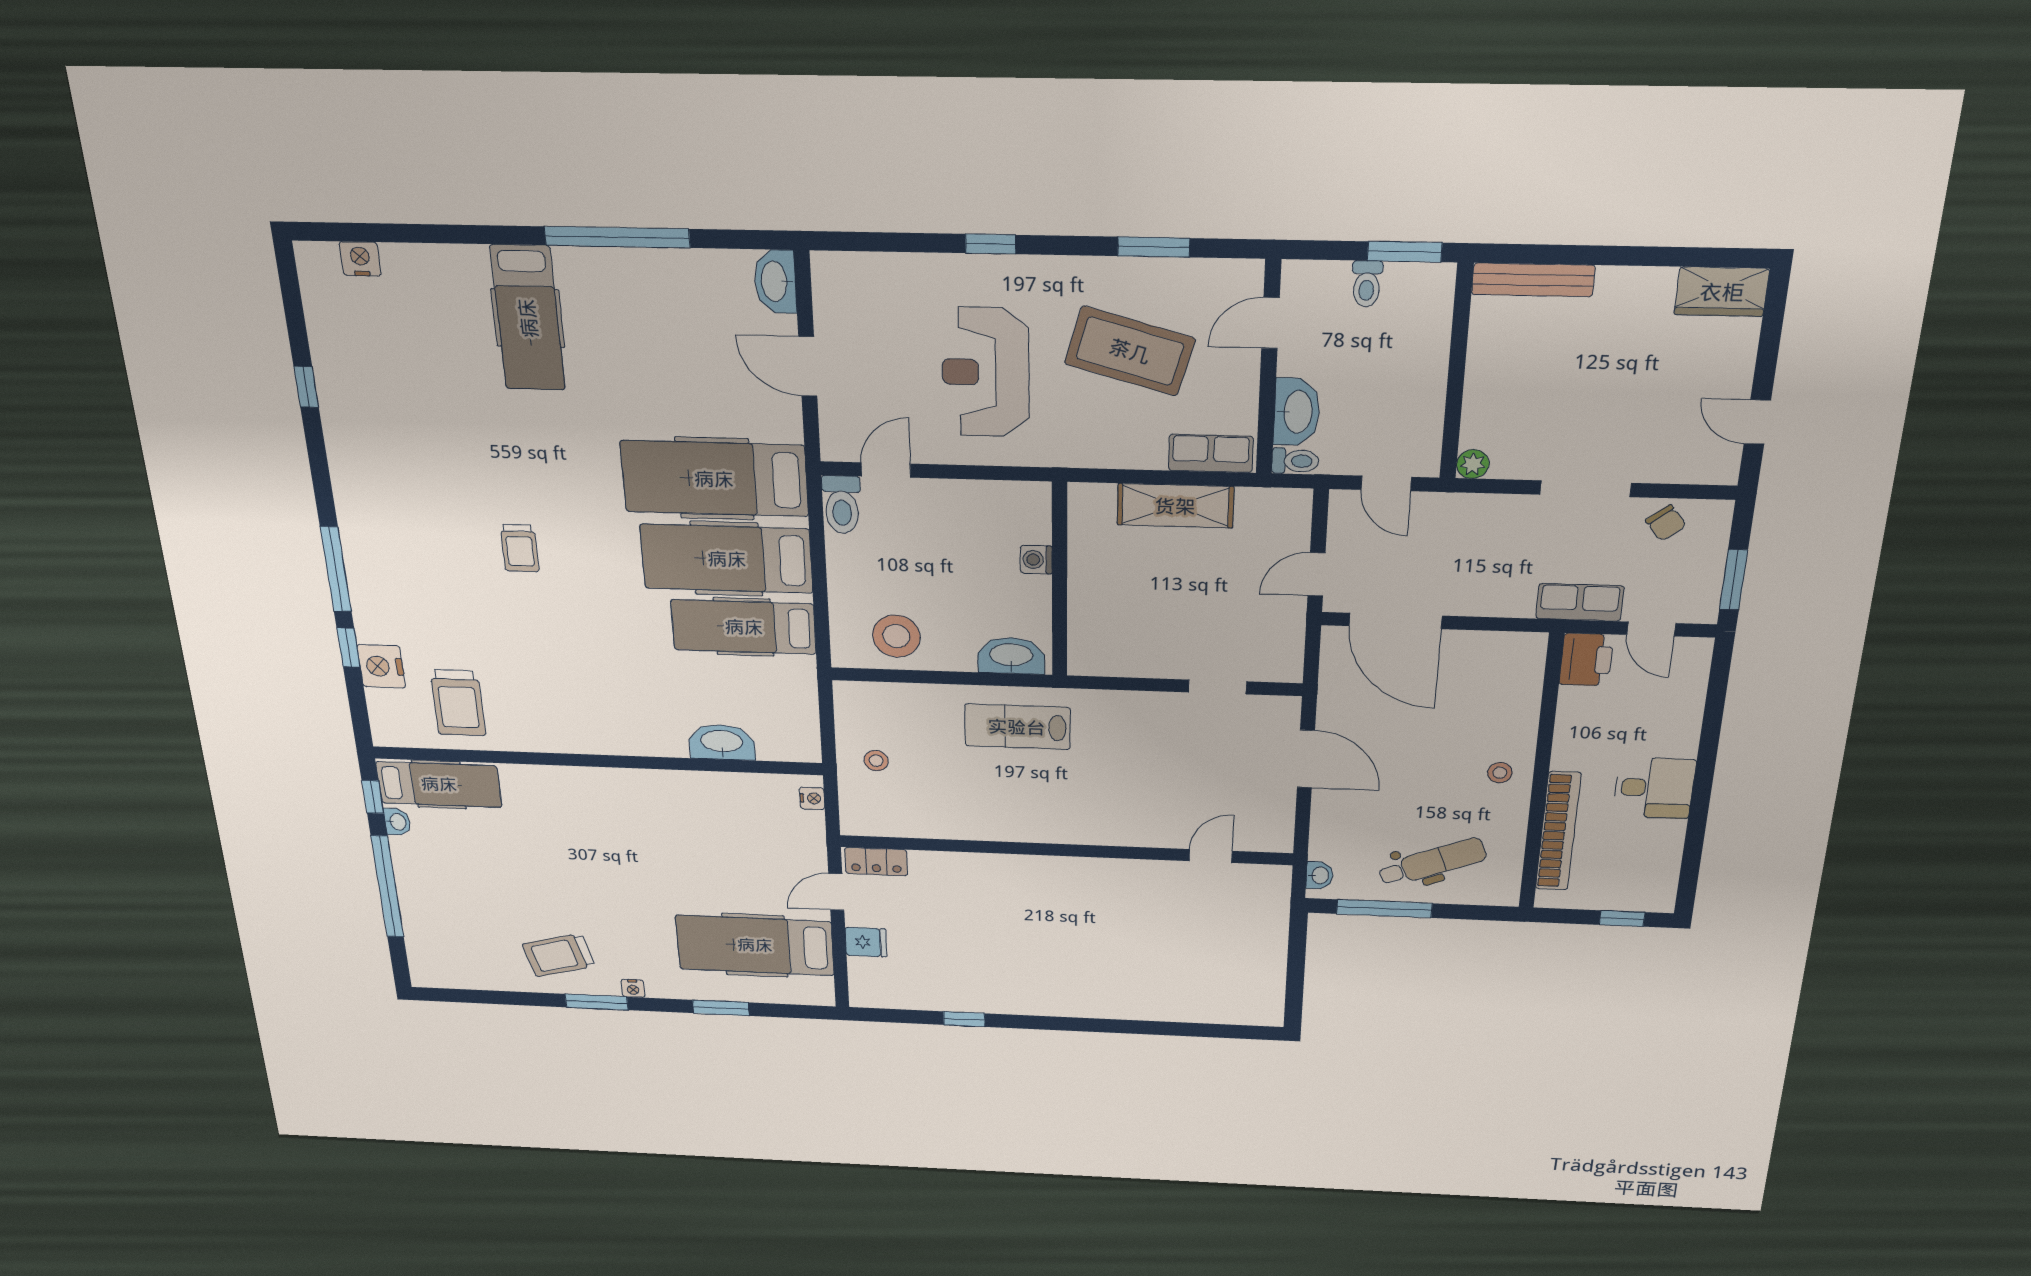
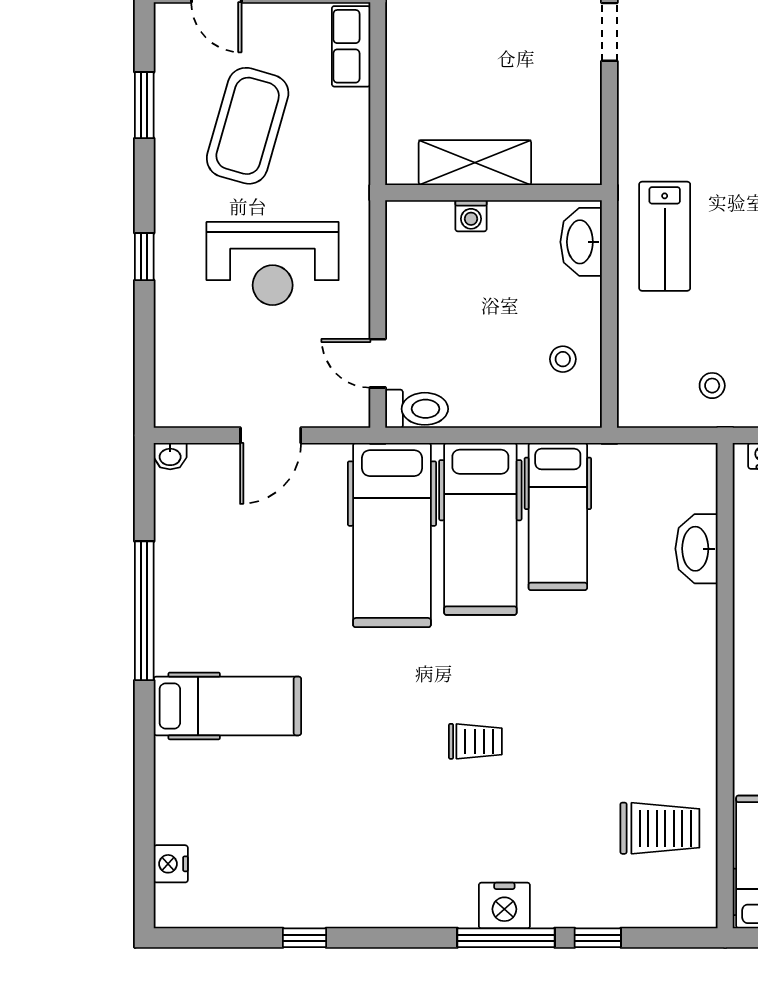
washbasin: (775, 281) -> (170, 456), width x0.52, depth x0.69
shelving: (1175, 506) -> (475, 163), moved, turned 90
stool: (896, 636) -> (563, 359), width x0.53, depth x0.53
nightstand: (381, 666) -> (504, 906), moved

